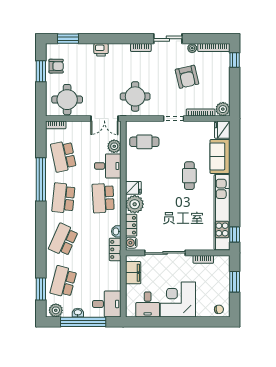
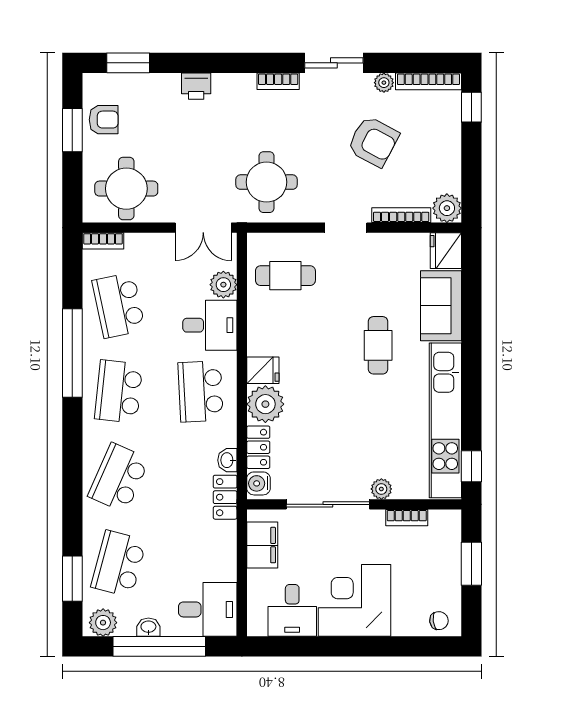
armchair: (187, 77) -> (373, 141), turned -49
plant: (191, 245) -> (381, 489), added

